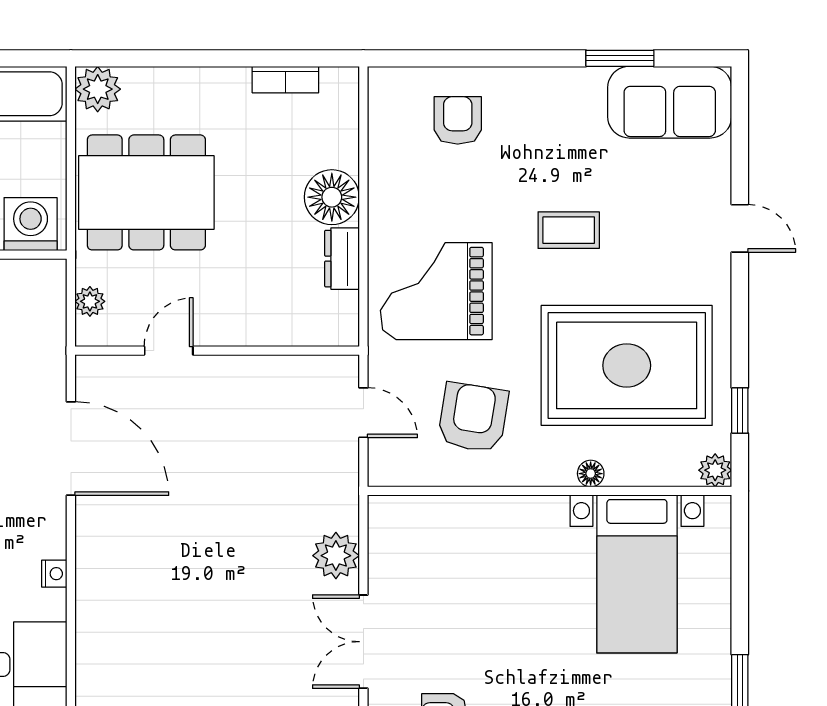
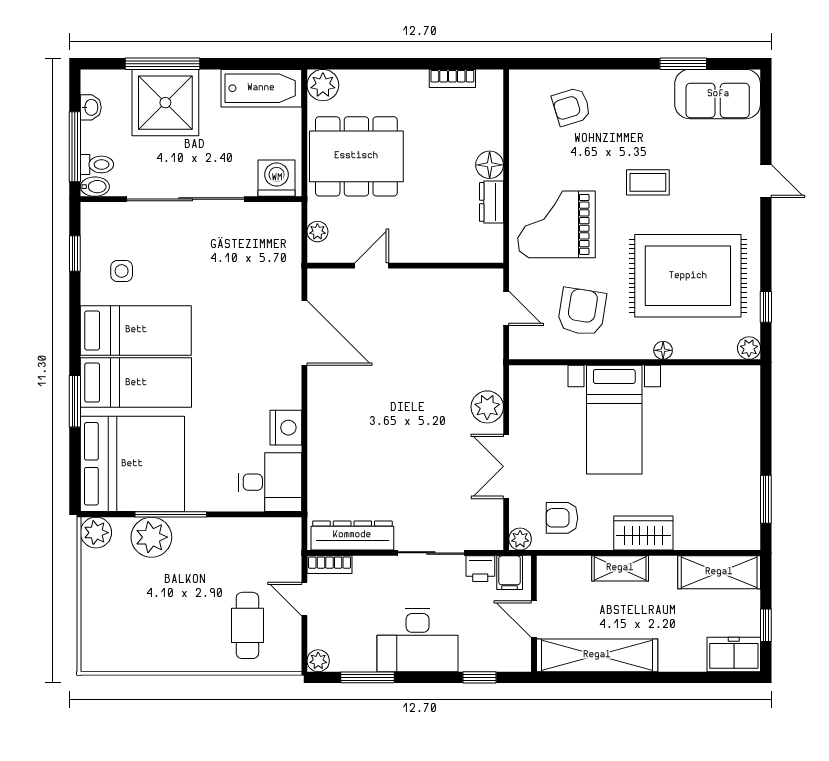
armchair: (458, 120) -> (571, 107), turned -107
floor lamp: (332, 197) -> (490, 165), width x0.73, depth x0.73
nightstand: (54, 574) -> (286, 428), width x1.89, depth x1.79
bed with nightstands: (637, 574) -> (614, 420), moved

